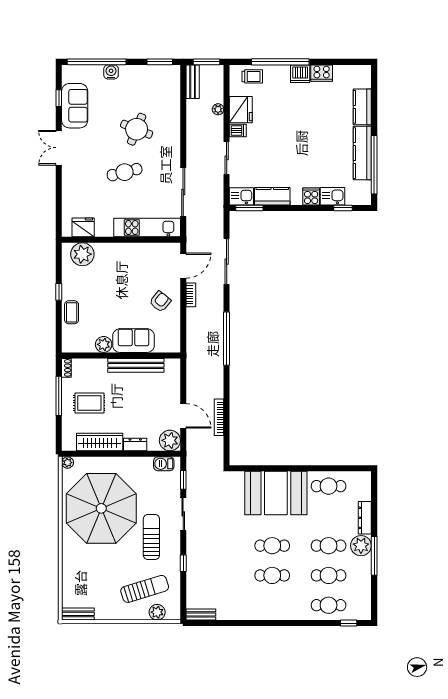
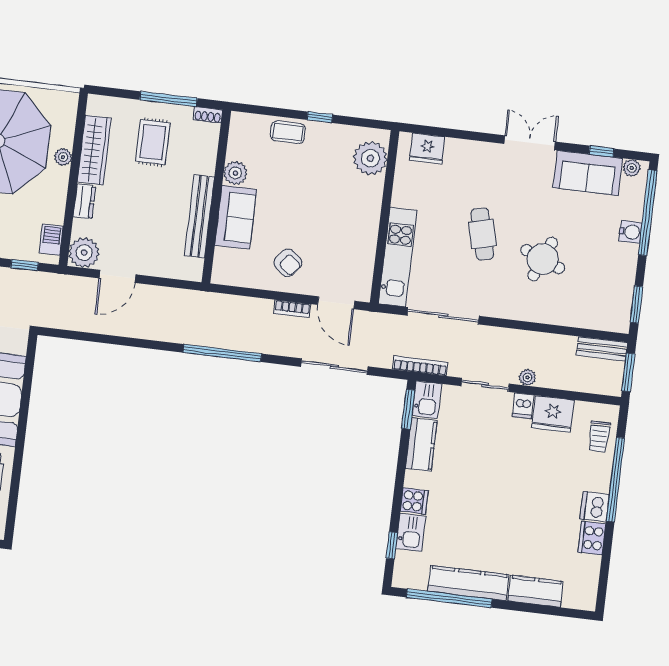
plant: (68, 76) -> (632, 168), added
plant: (218, 109) -> (527, 377), moved
fridge: (83, 227) -> (427, 149), moved, turned 90
bookcase: (219, 417) -> (420, 366), moved
plant: (68, 463) -> (63, 157), moved

